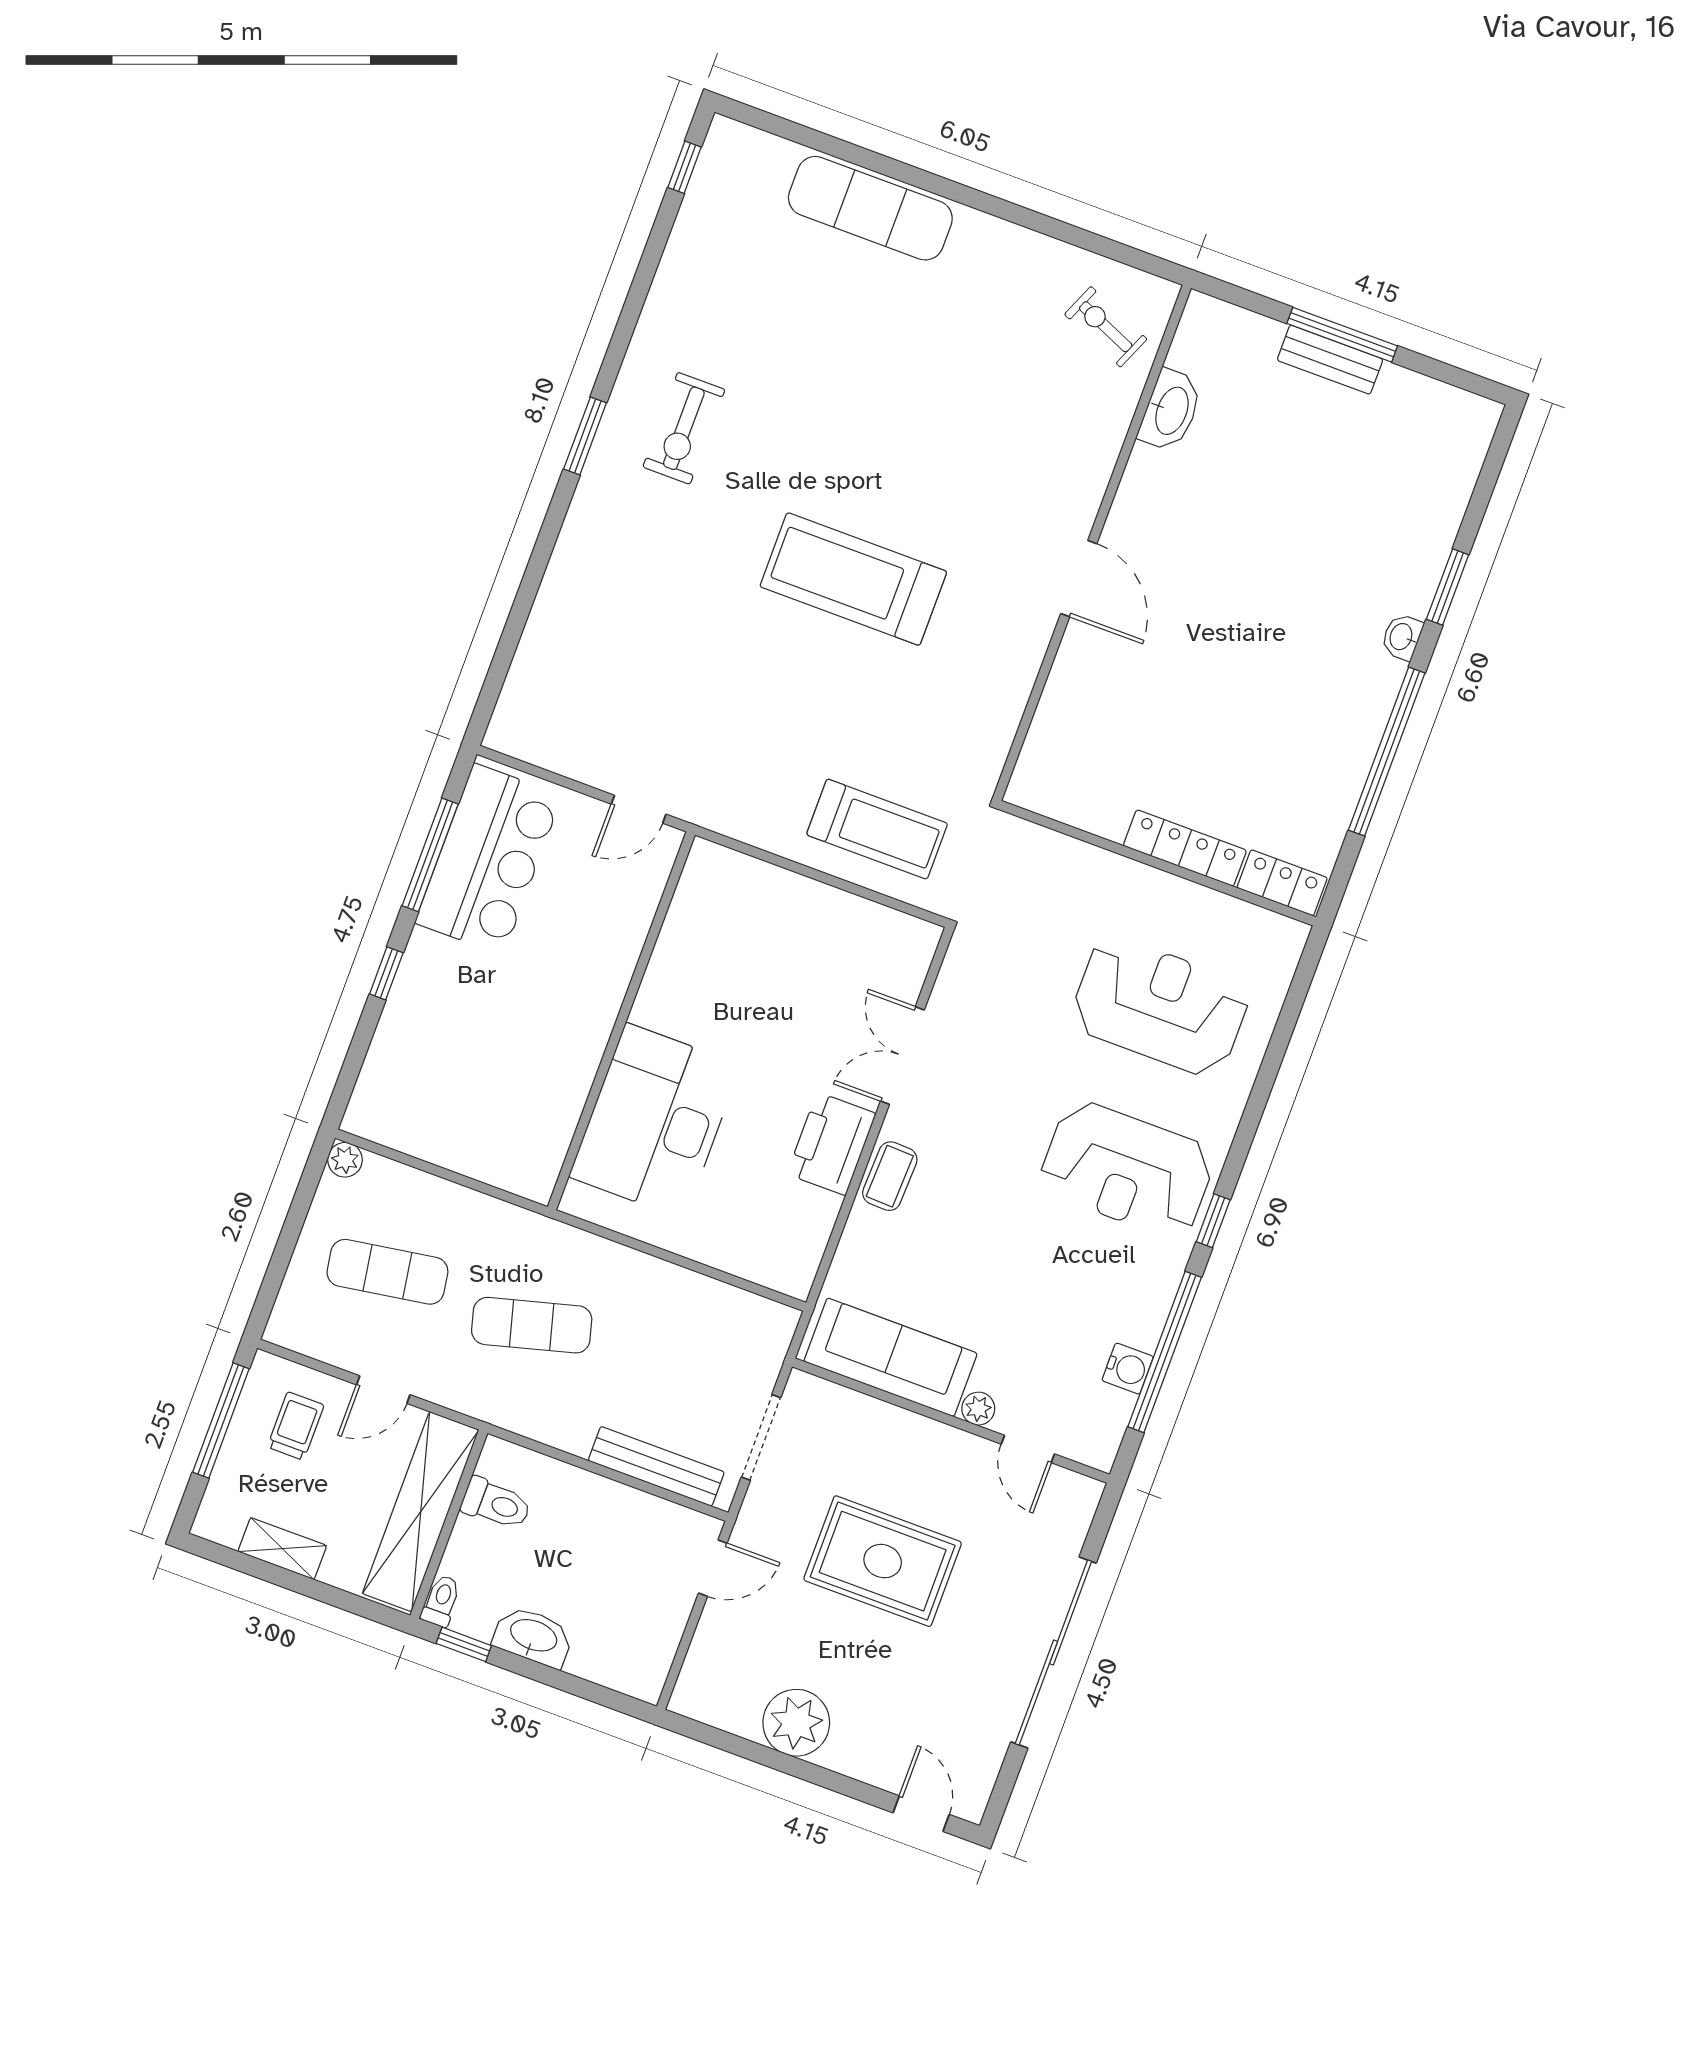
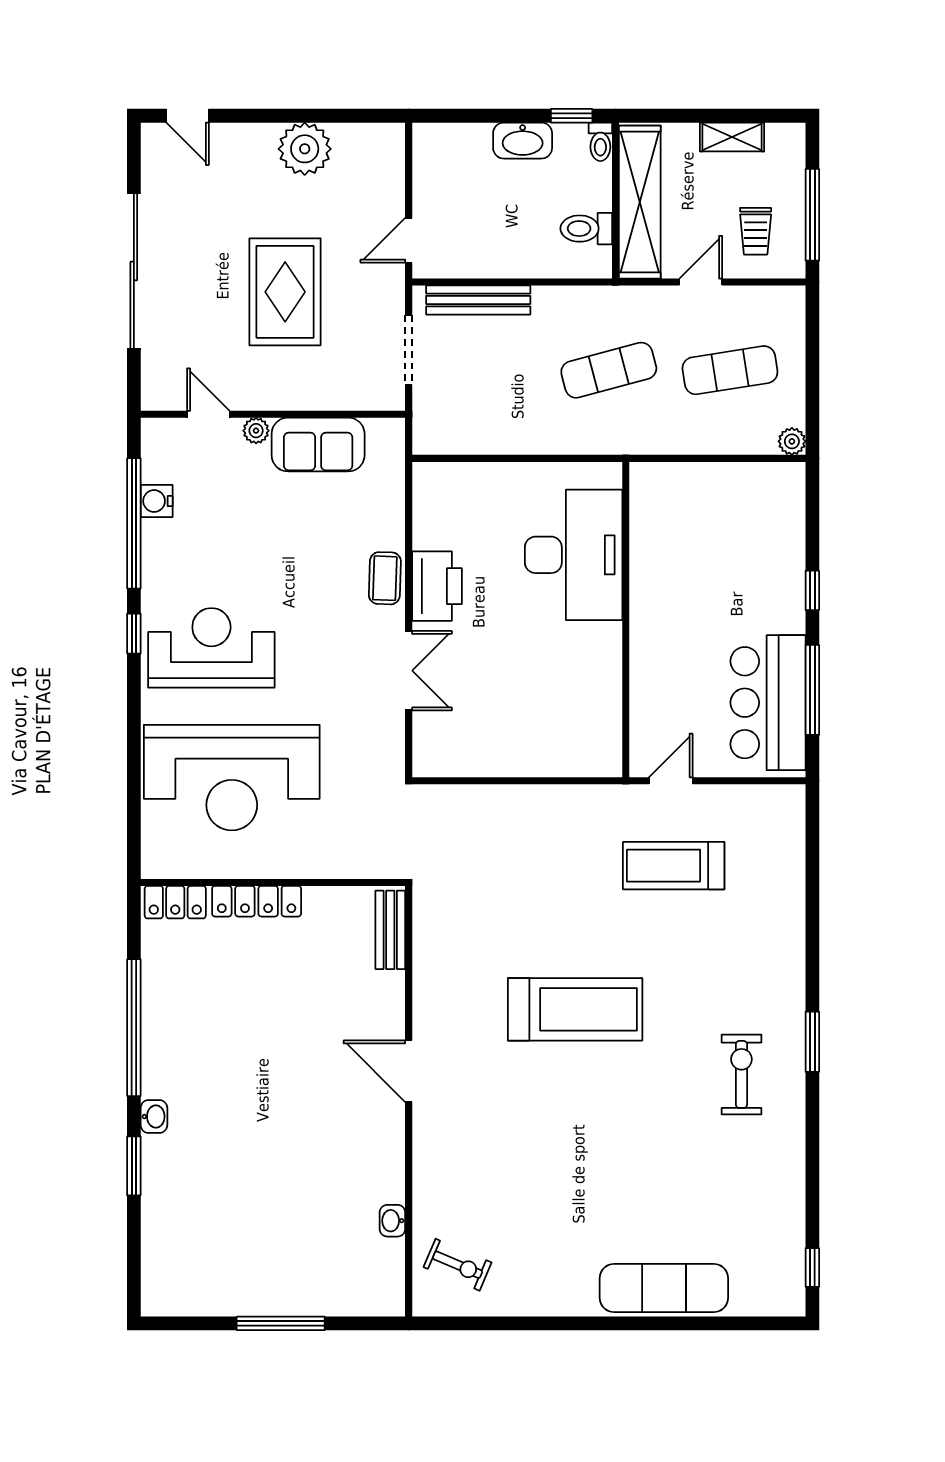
bench: (1330, 360) -> (390, 930), moved, turned 90
washbasin: (1171, 410) -> (392, 1221), width x0.52, depth x0.69
treadmill: (877, 829) -> (674, 866), moved
reception desk: (1160, 1006) -> (232, 778), width x1.36, depth x1.30
sofa: (891, 1357) -> (318, 445), width x0.73
rug: (883, 1561) -> (285, 292), turned 90

